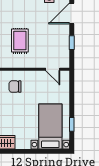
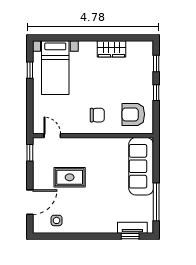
rug: (20, 41) -> (70, 177), moved, turned 90
window: (72, 43) -> (30, 153), moved

